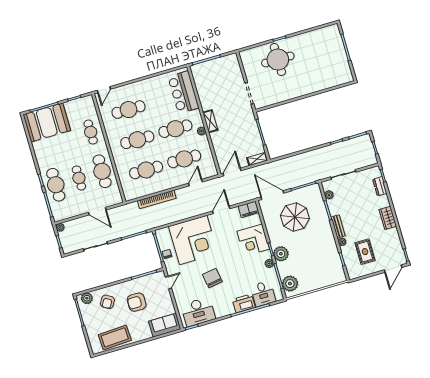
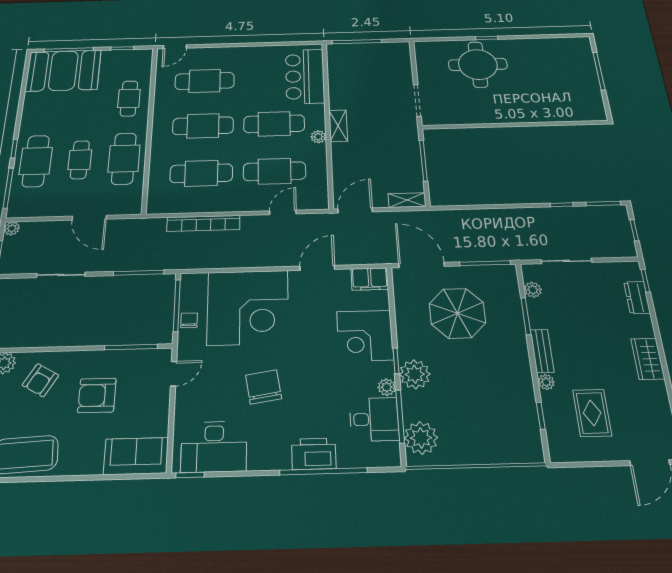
desk: (263, 294) -> (374, 419), moved, turned -90

